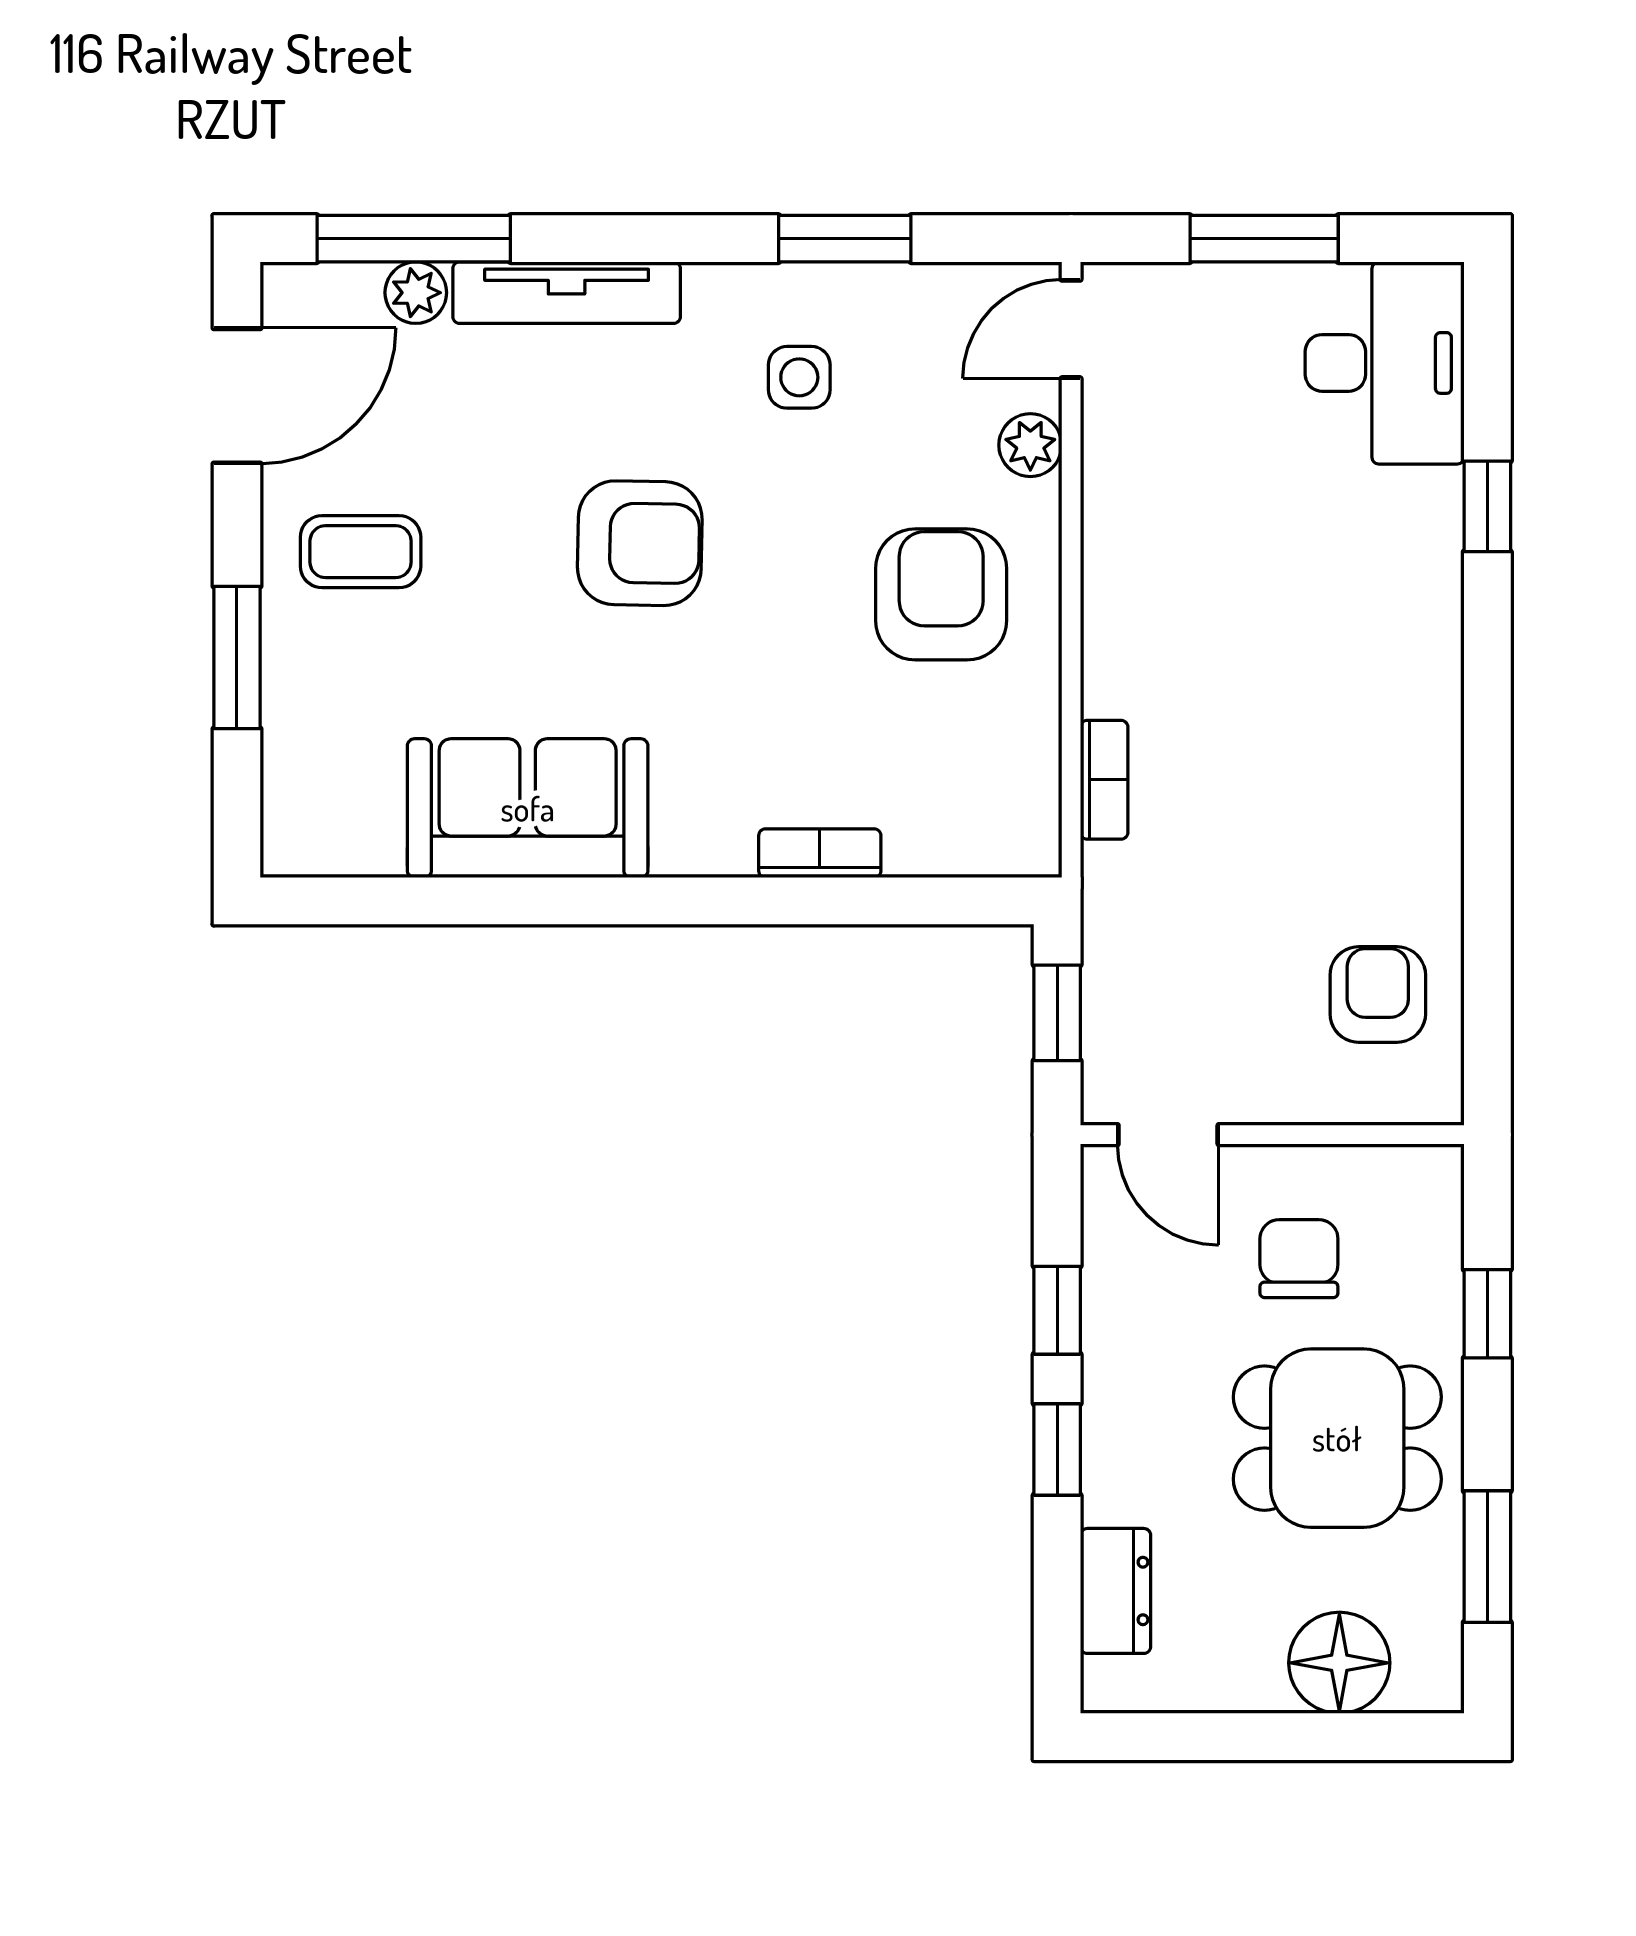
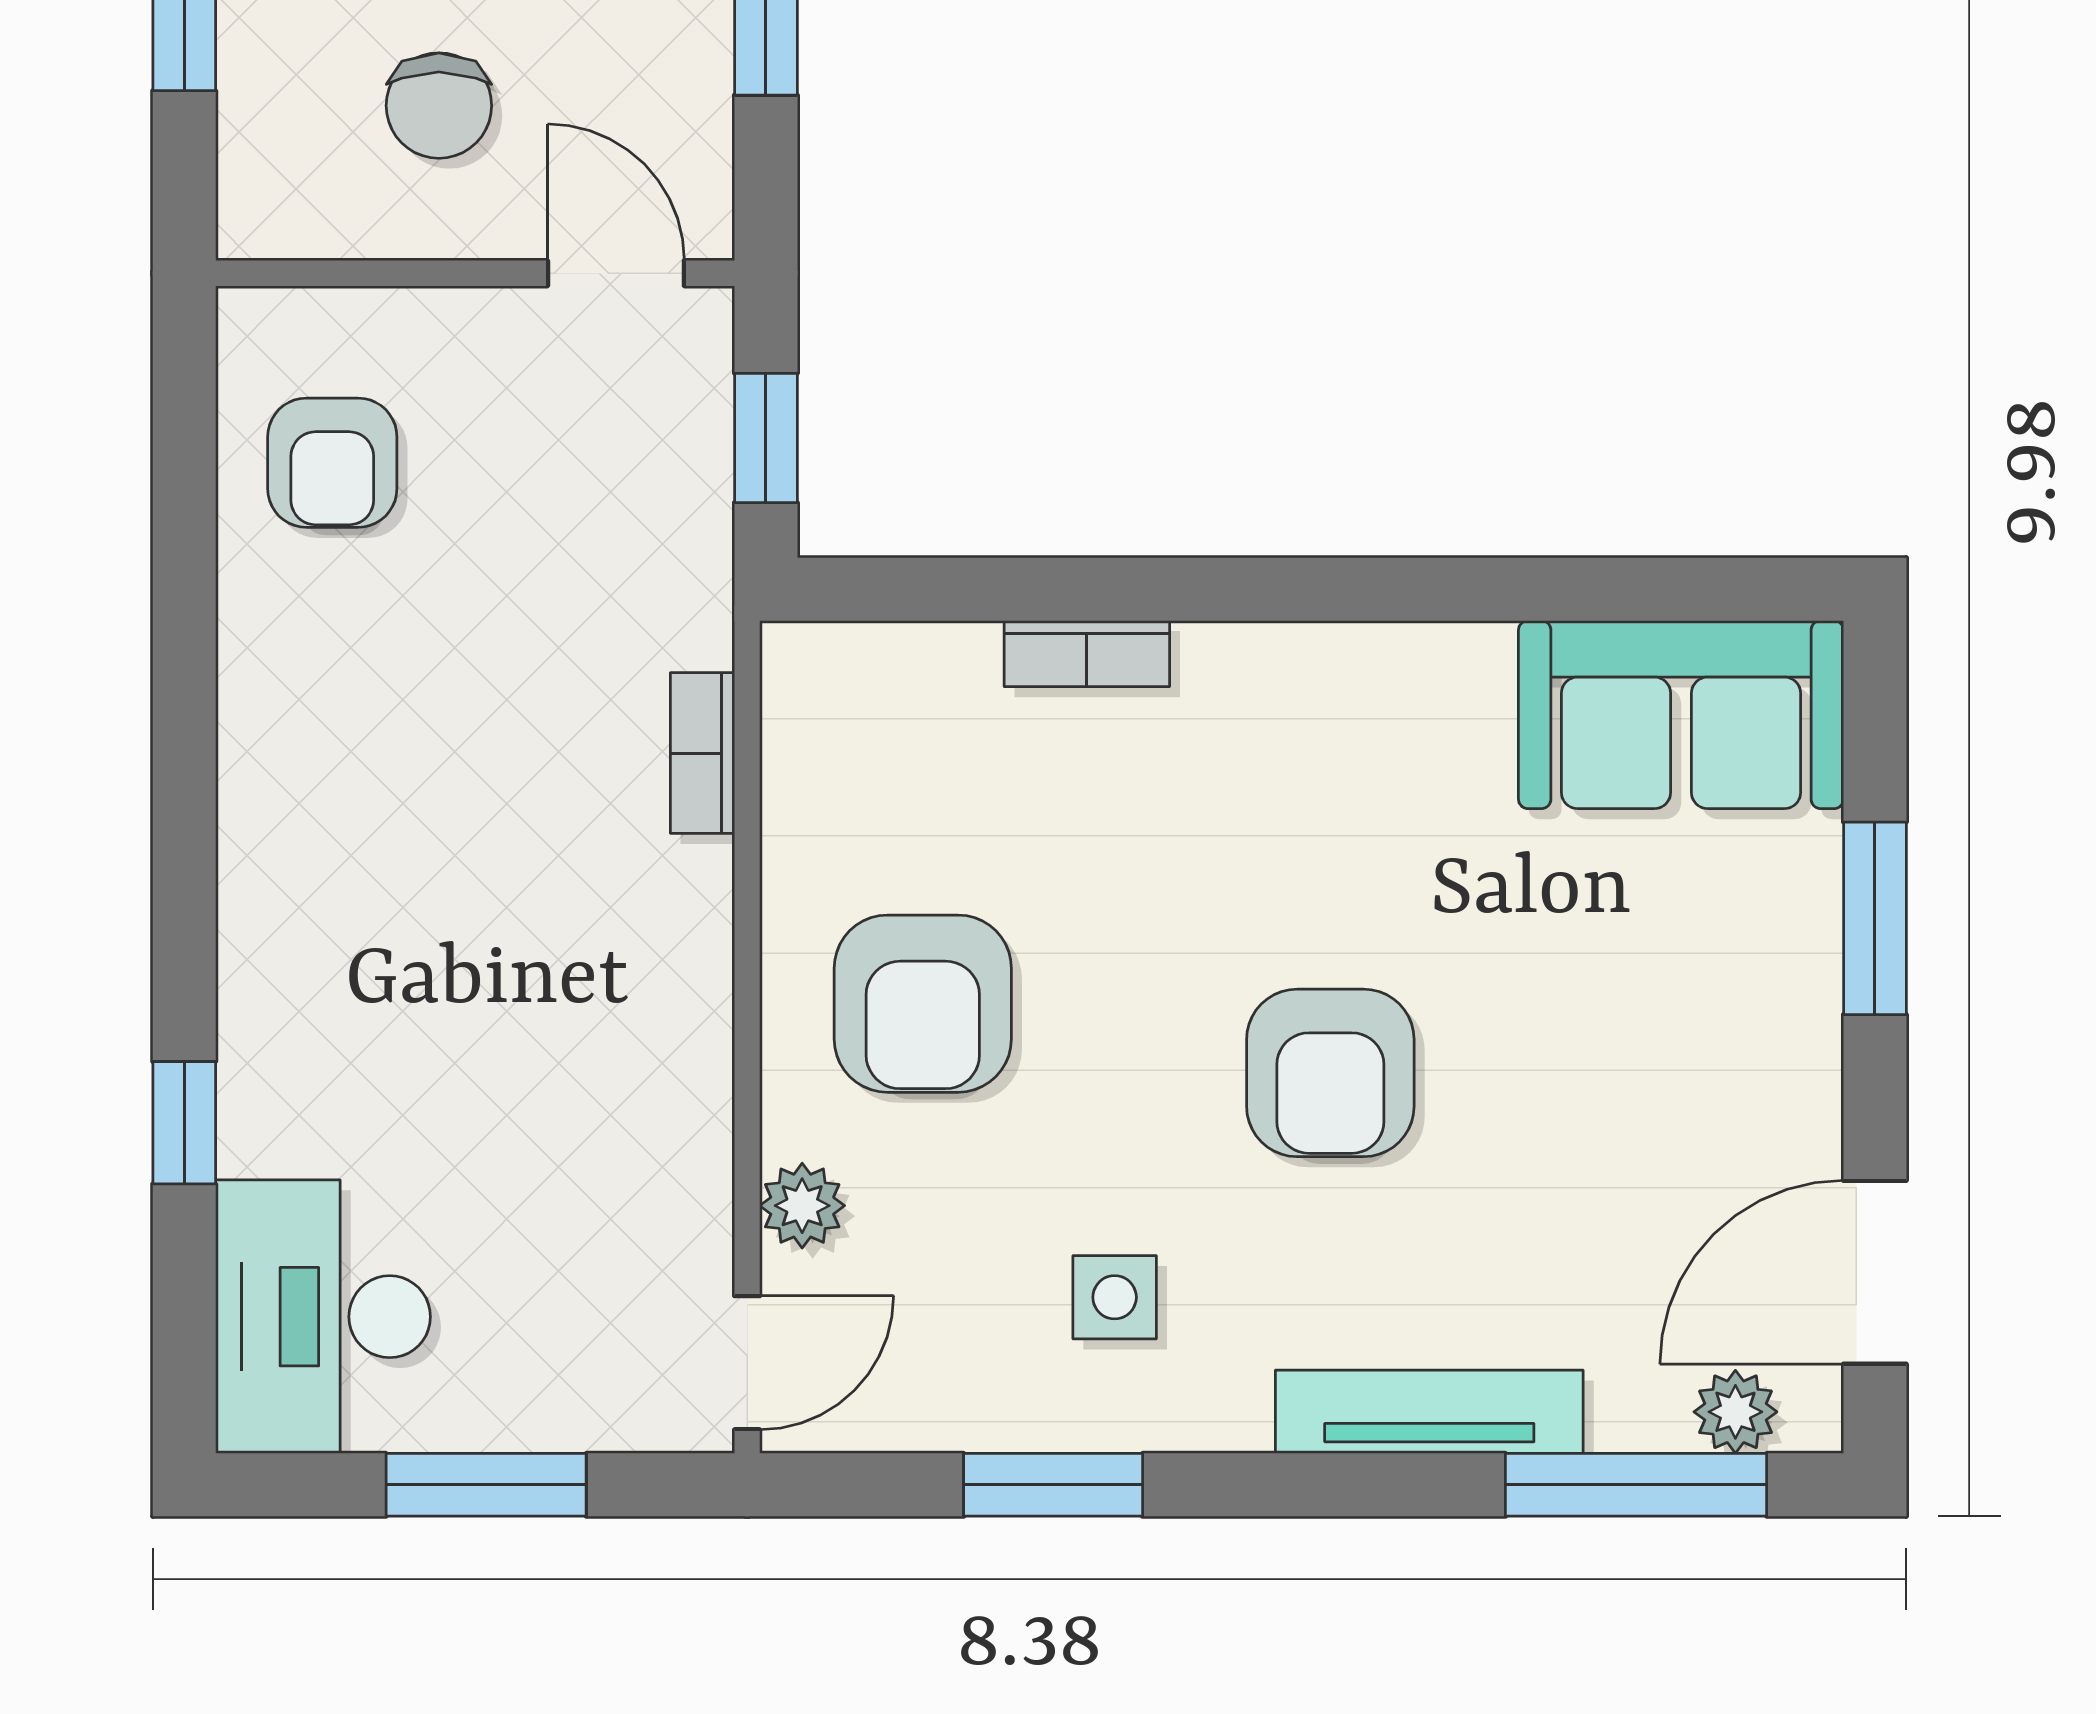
plant: (416, 293) -> (1735, 1412), moved
armchair: (640, 543) -> (1330, 1073), turned -91
coffee table: (361, 552) -> (1708, 1062), removed
sofa: (528, 808) -> (1681, 715), moved

